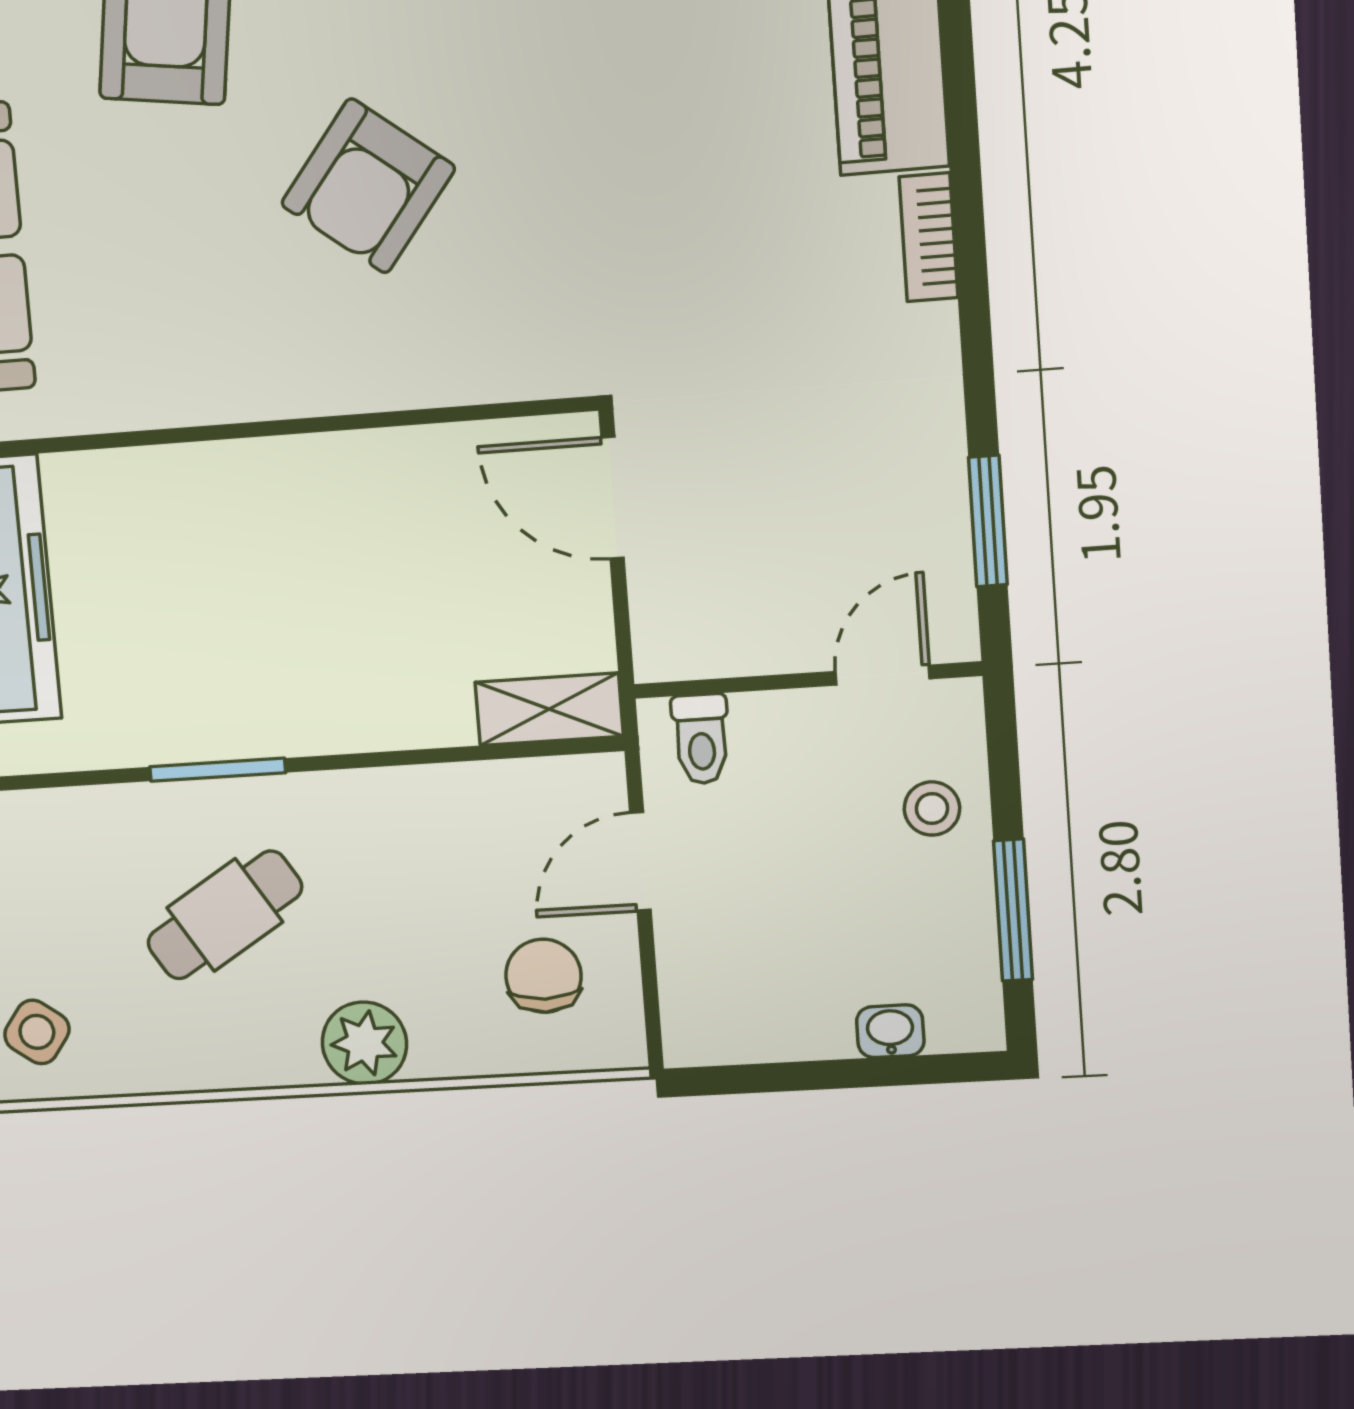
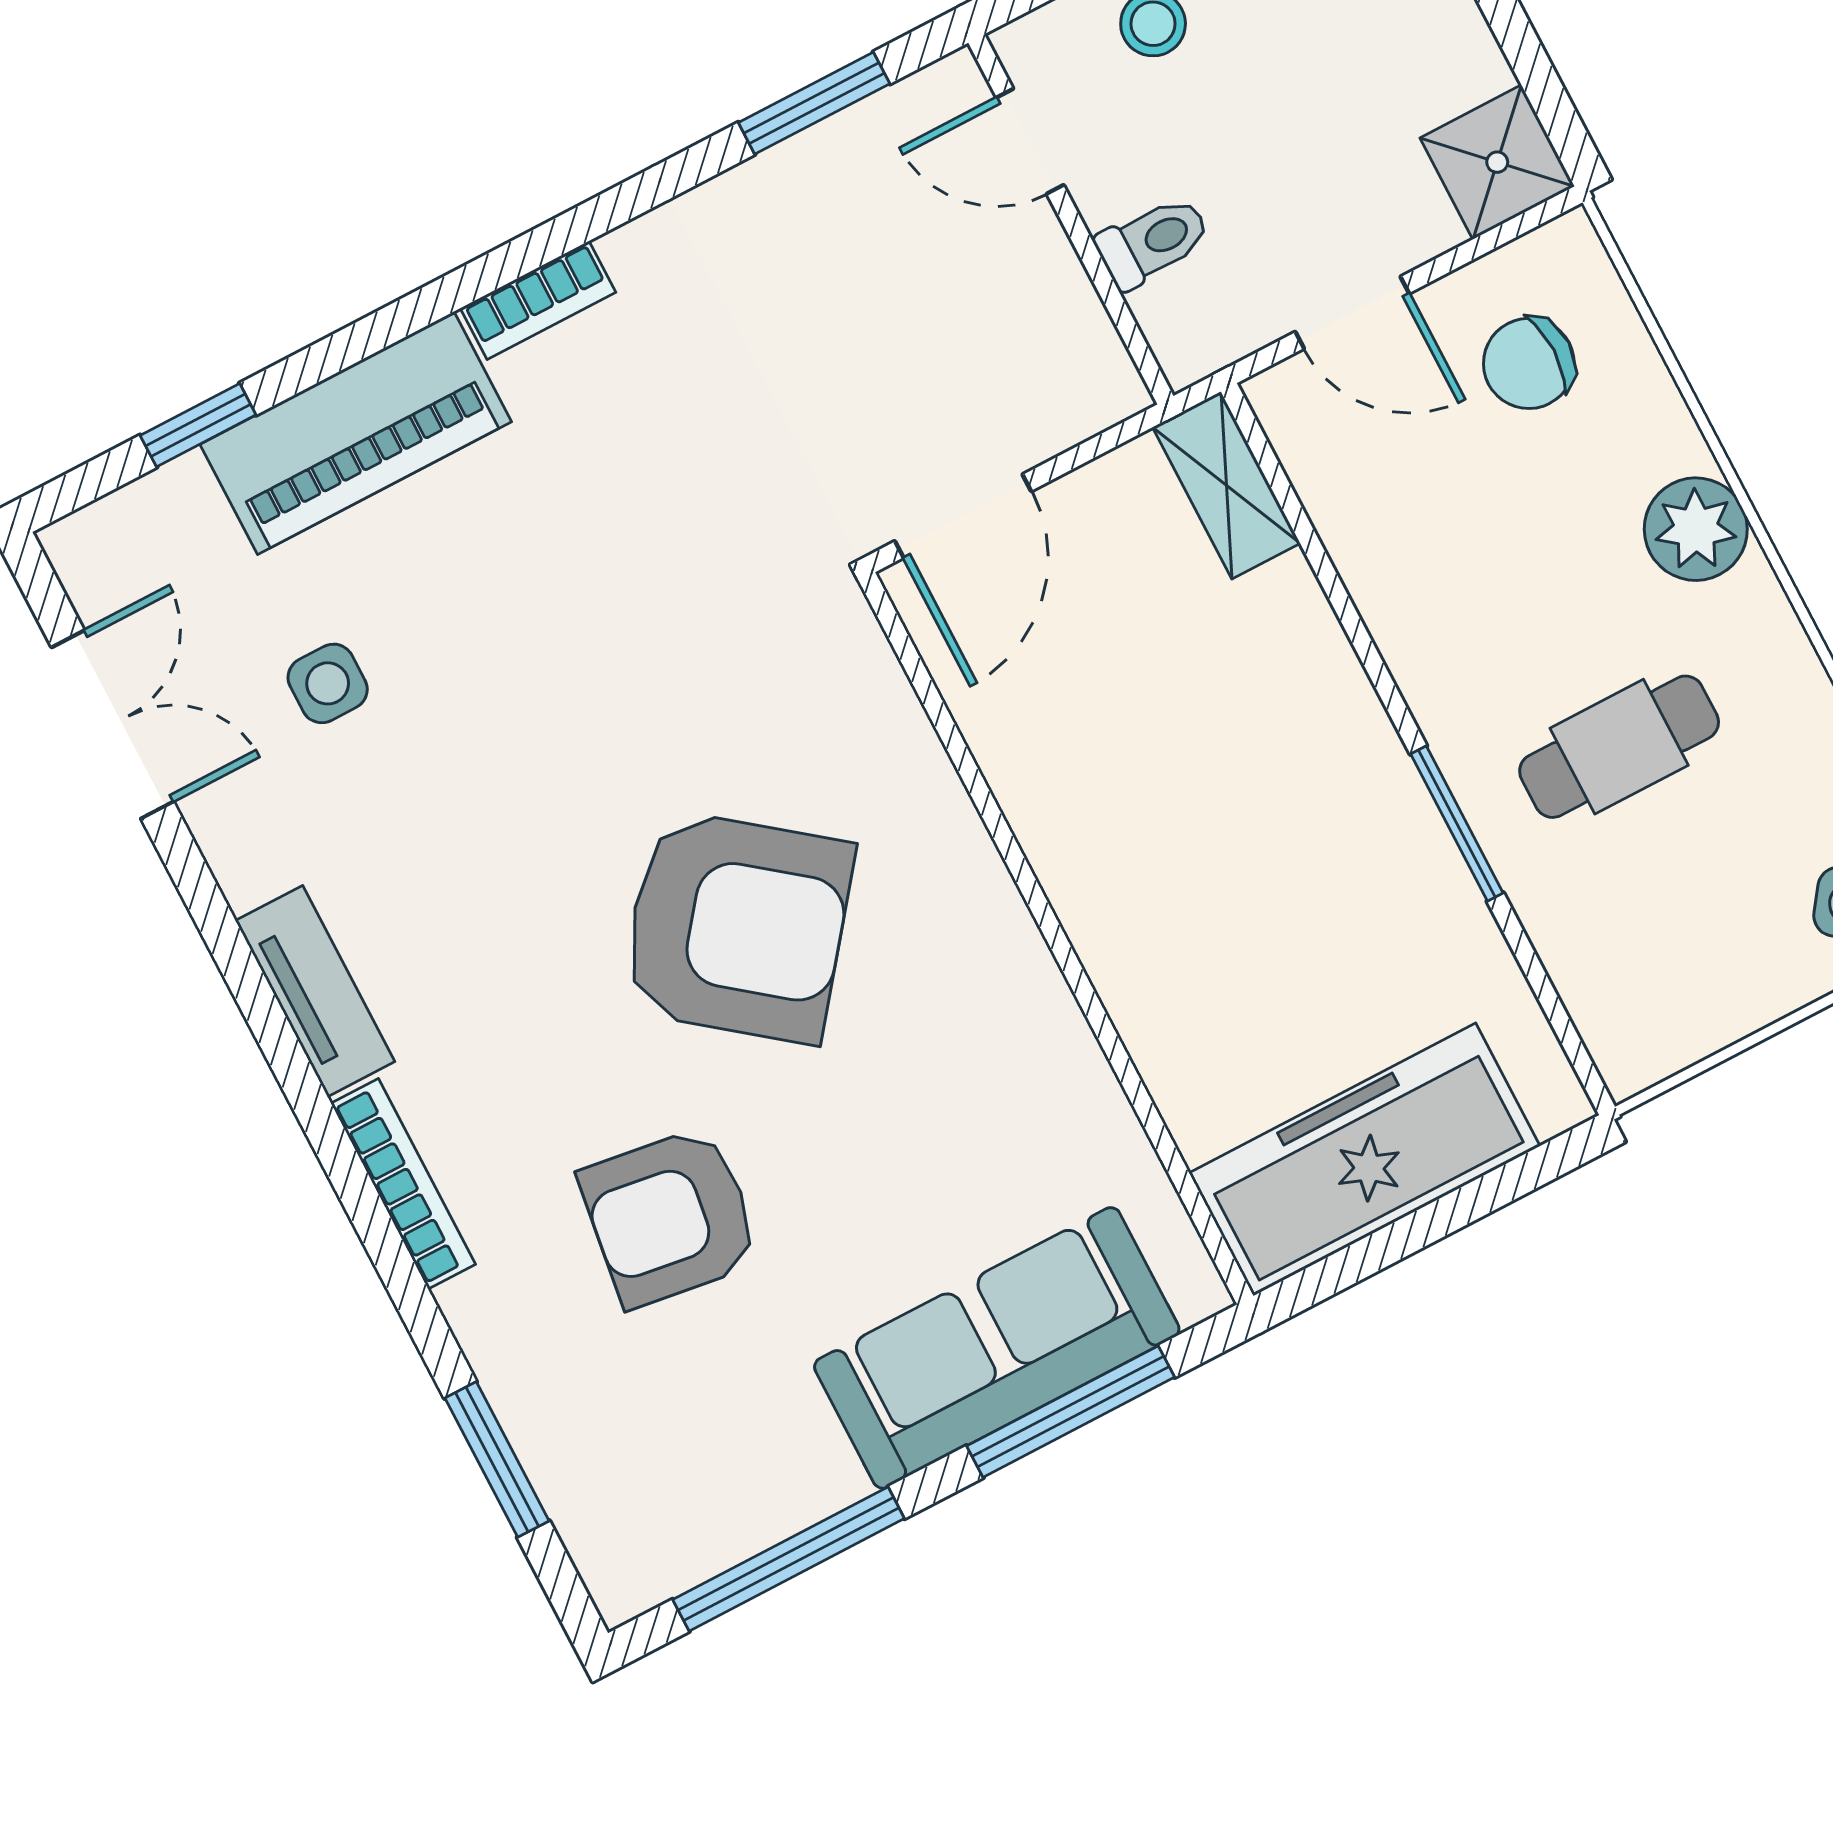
armchair: (368, 186) -> (737, 927), width x1.36, depth x1.36
toilet: (701, 739) -> (1153, 242), moved
cafe table: (225, 915) -> (1619, 747), turned -58
shower: (708, 1020) -> (1497, 162), added

